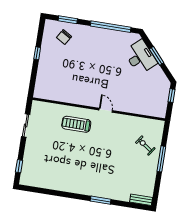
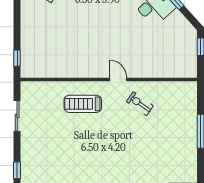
window: (37, 53) -> (17, 58), moved
exercise bike: (145, 145) -> (140, 104), moved

